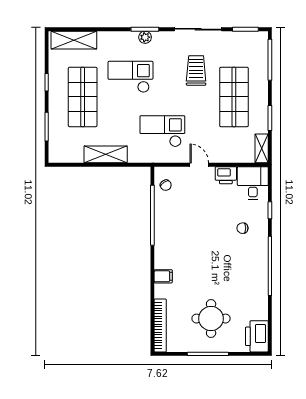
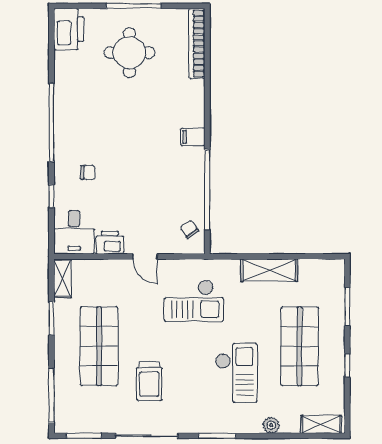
plant: (145, 37) -> (271, 425), moved
shelving: (74, 40) -> (321, 424), width x0.67, depth x0.75
checkout: (130, 77) -> (236, 373), turned -90
filing cabinet: (163, 276) -> (193, 137), moved

